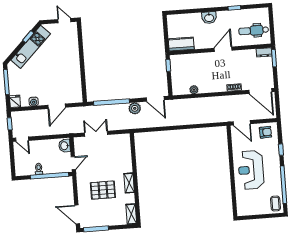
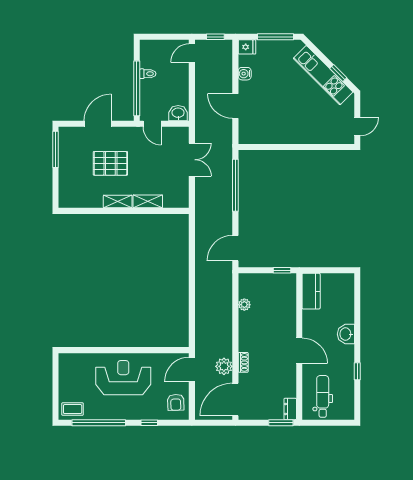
plant: (135, 108) -> (224, 366), moved
pallet: (103, 190) -> (110, 163), turned 90
shelving: (131, 214) -> (148, 201), moved
door: (77, 215) -> (98, 124), moved

